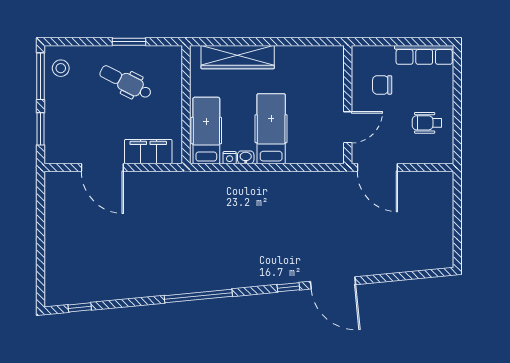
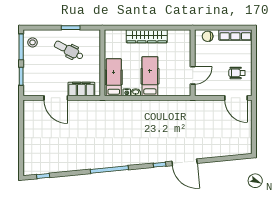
wardrobe: (238, 57) -> (147, 36), moved
chair: (382, 85) -> (208, 36), moved
door: (377, 167) -> (236, 98), moved

